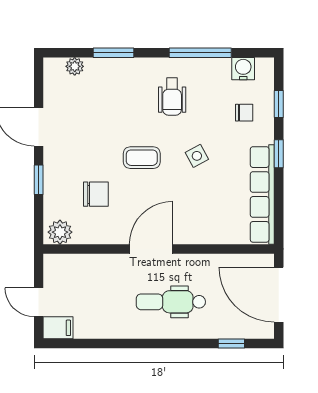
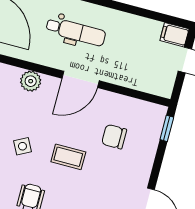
window: (39, 180) -> (167, 128), moved
plant: (60, 232) -> (31, 81), moved

